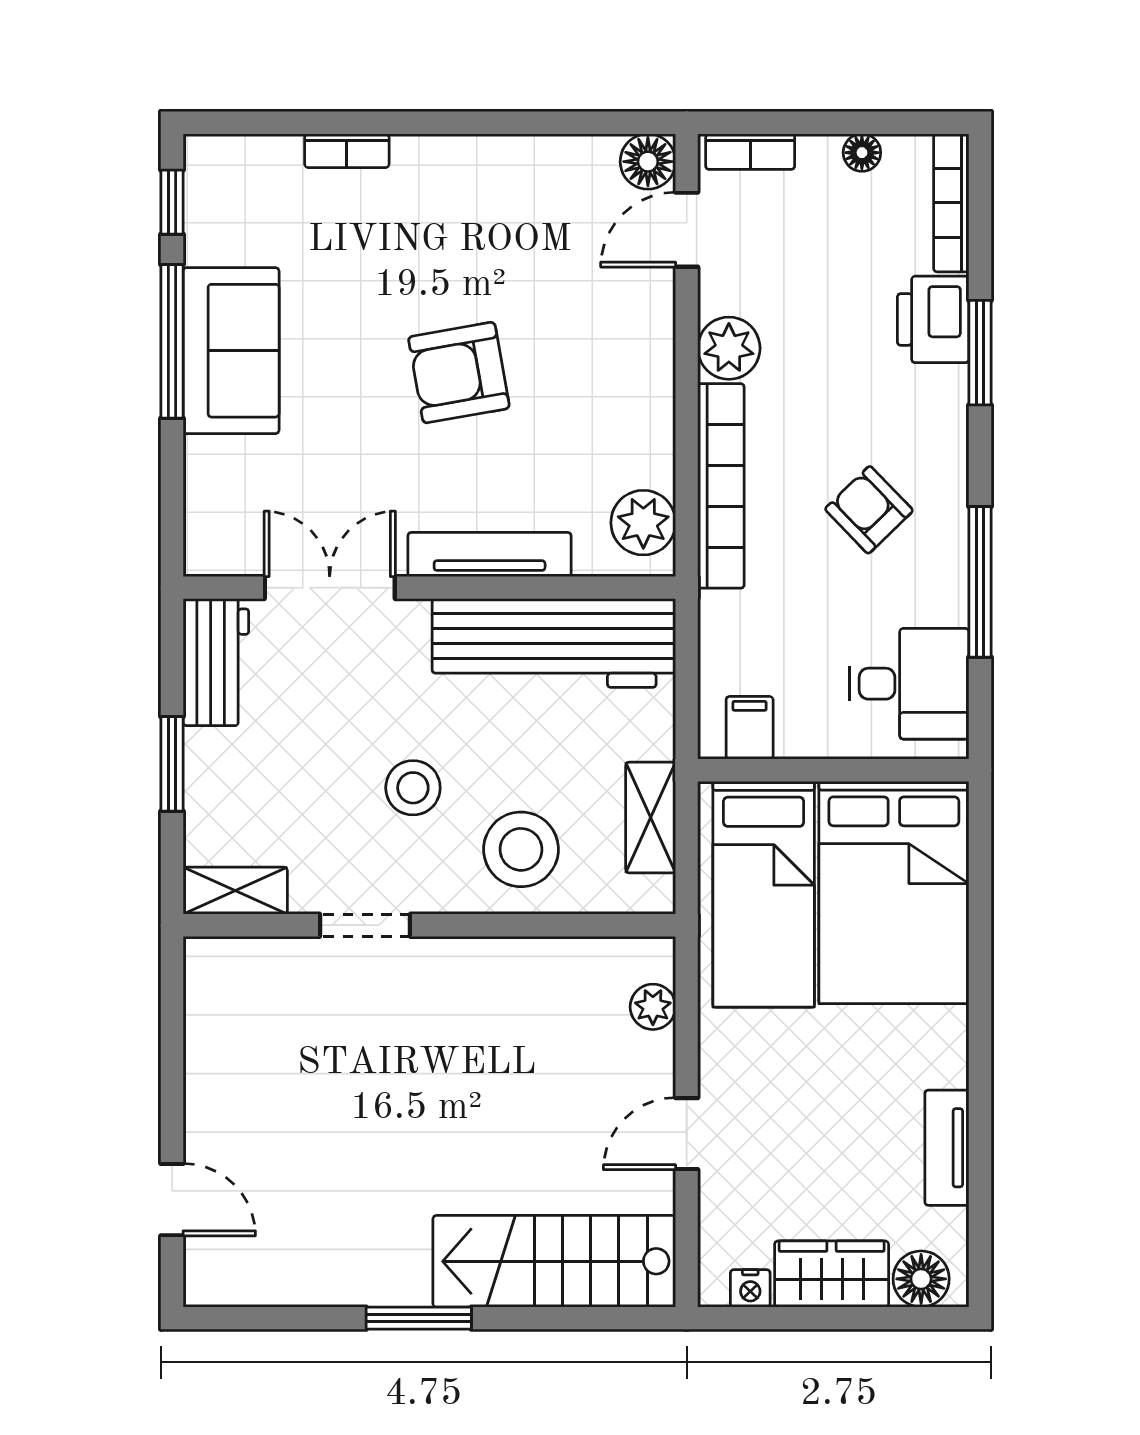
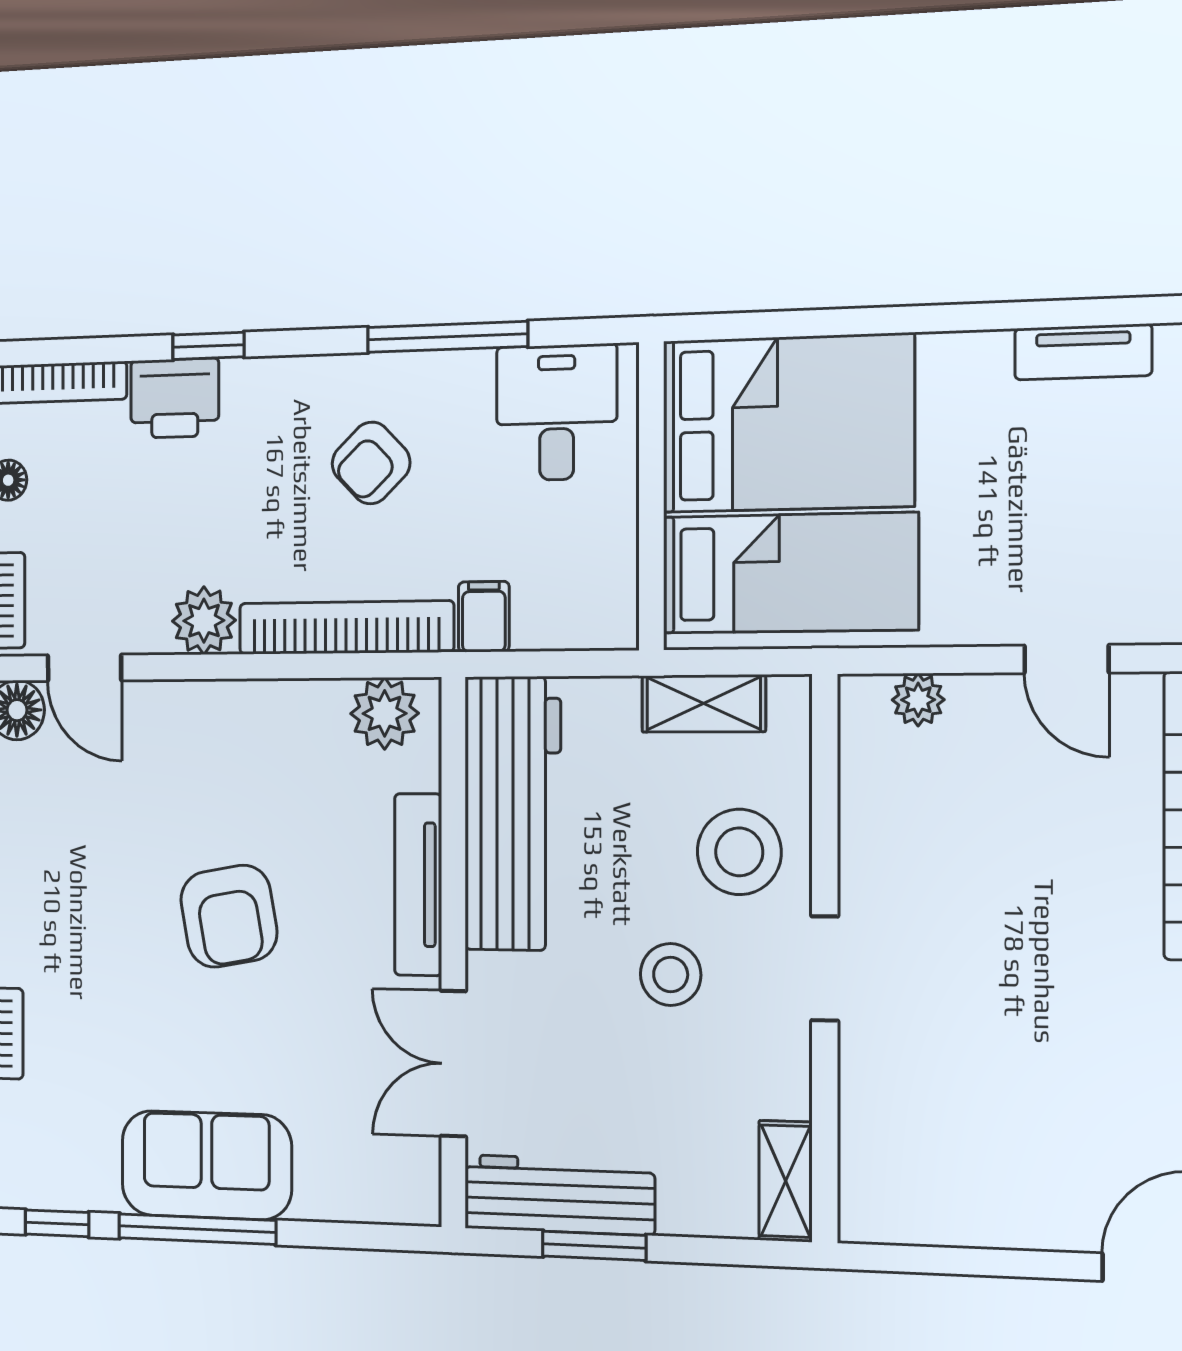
window: (980, 353) -> (208, 346), width x0.67
workbench: (216, 662) -> (559, 1195), width x1.38
filing cabinet: (750, 728) -> (484, 617), moved, turned 90
window: (172, 764) -> (594, 1246), moved
doorway: (365, 925) -> (825, 968), moved

